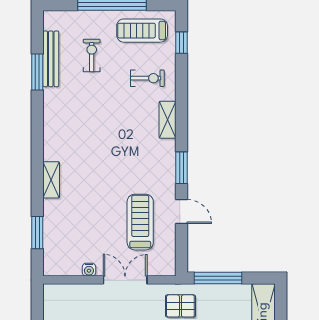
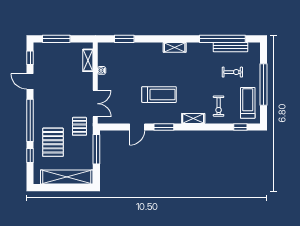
window: (37, 72) -> (222, 39), width x2.11
shelving: (51, 180) -> (175, 47), moved
treadmill: (140, 222) -> (159, 95), moved
double door: (125, 280) -> (95, 104), moved
shelving: (72, 292) -> (88, 60), added

